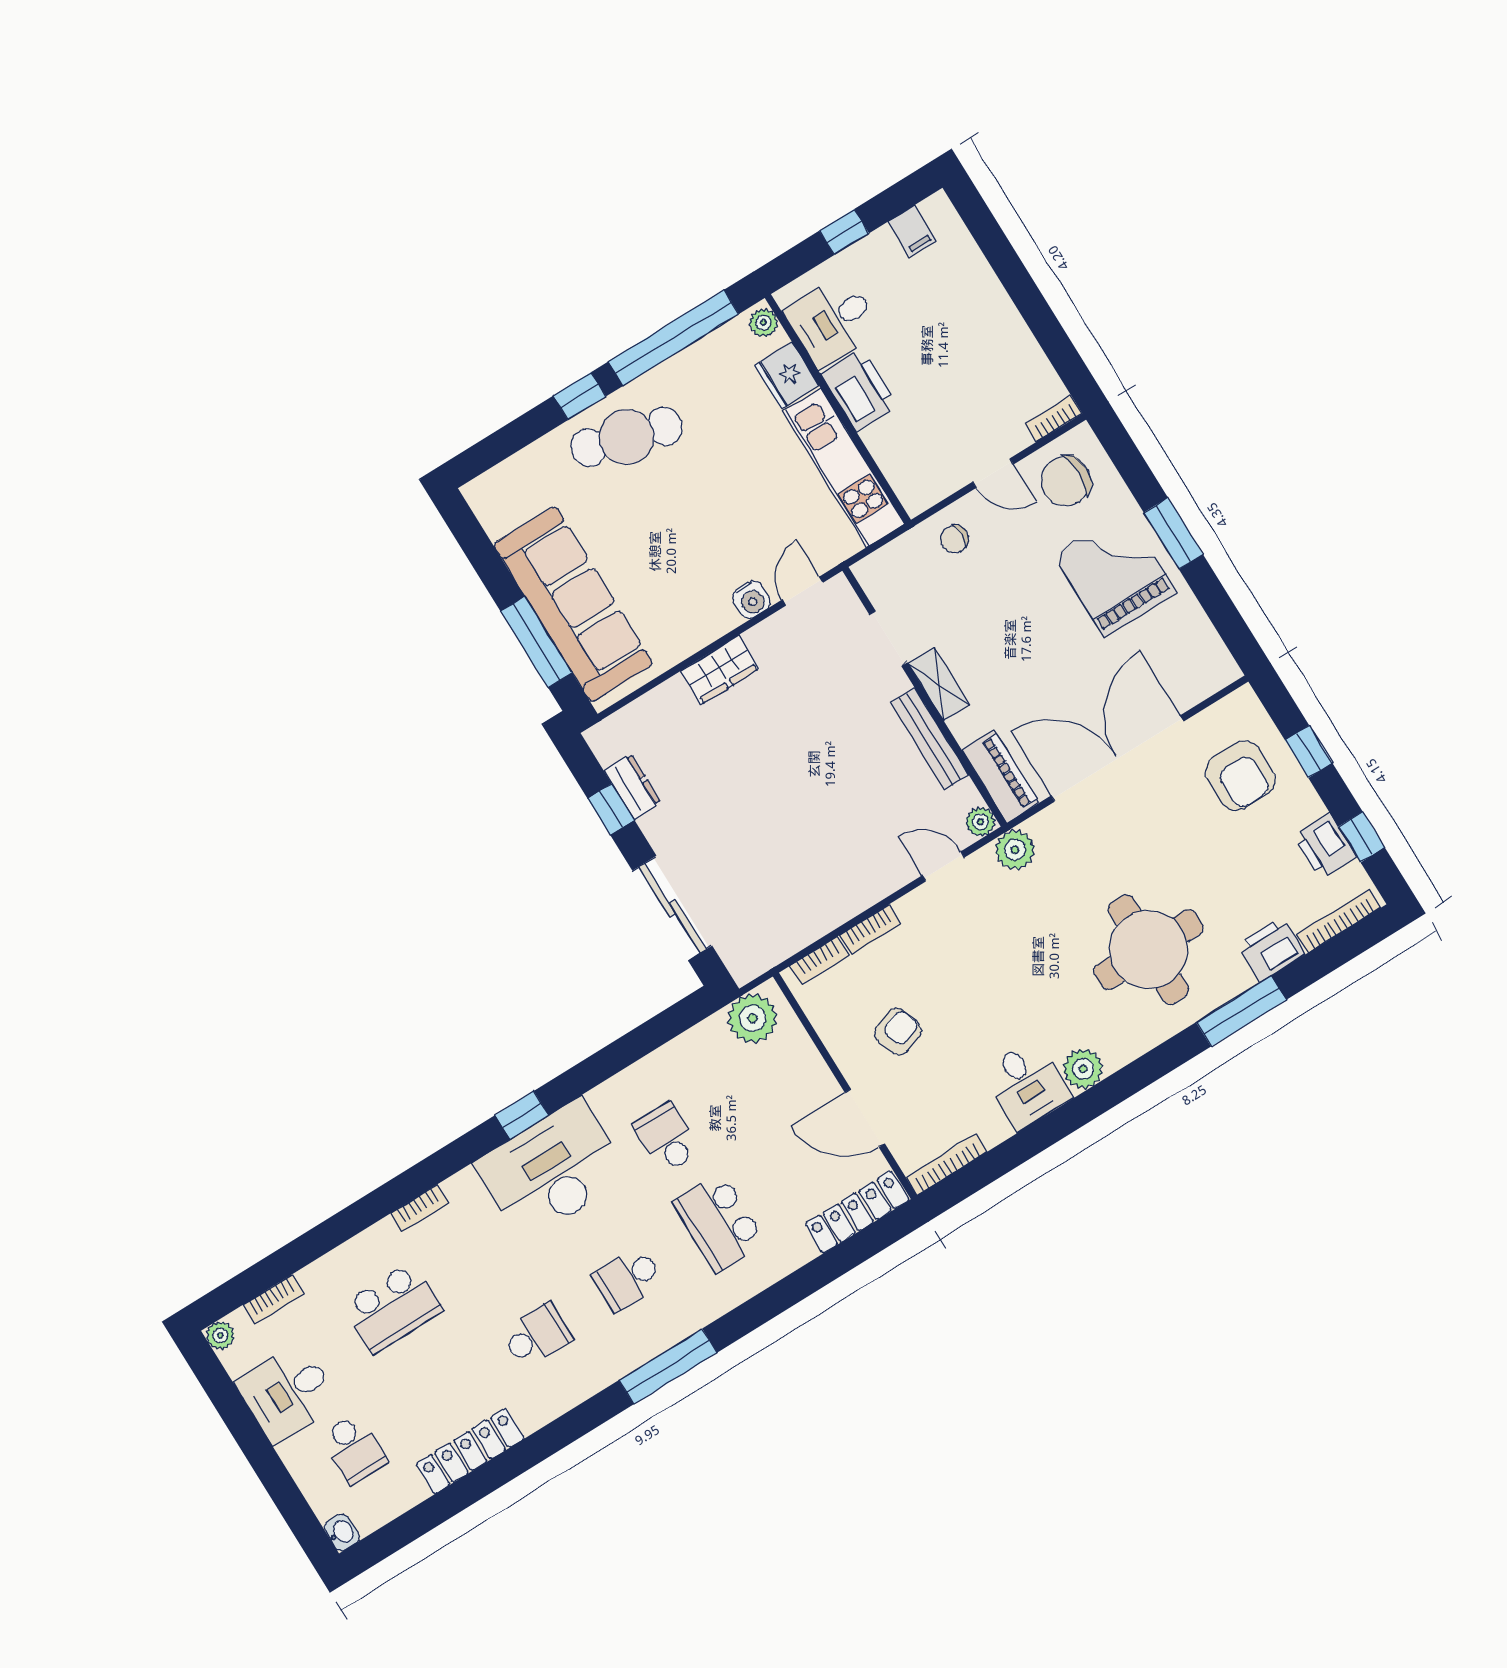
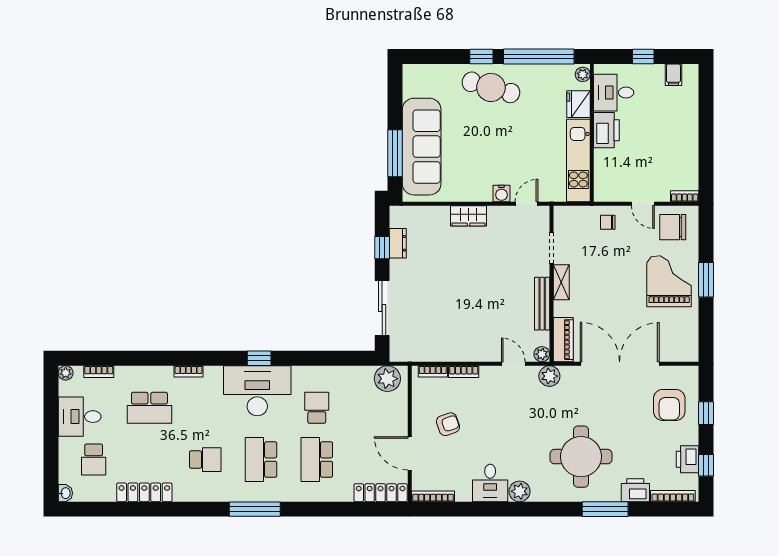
school desk: (628, 1279) -> (261, 460), width x1.85

